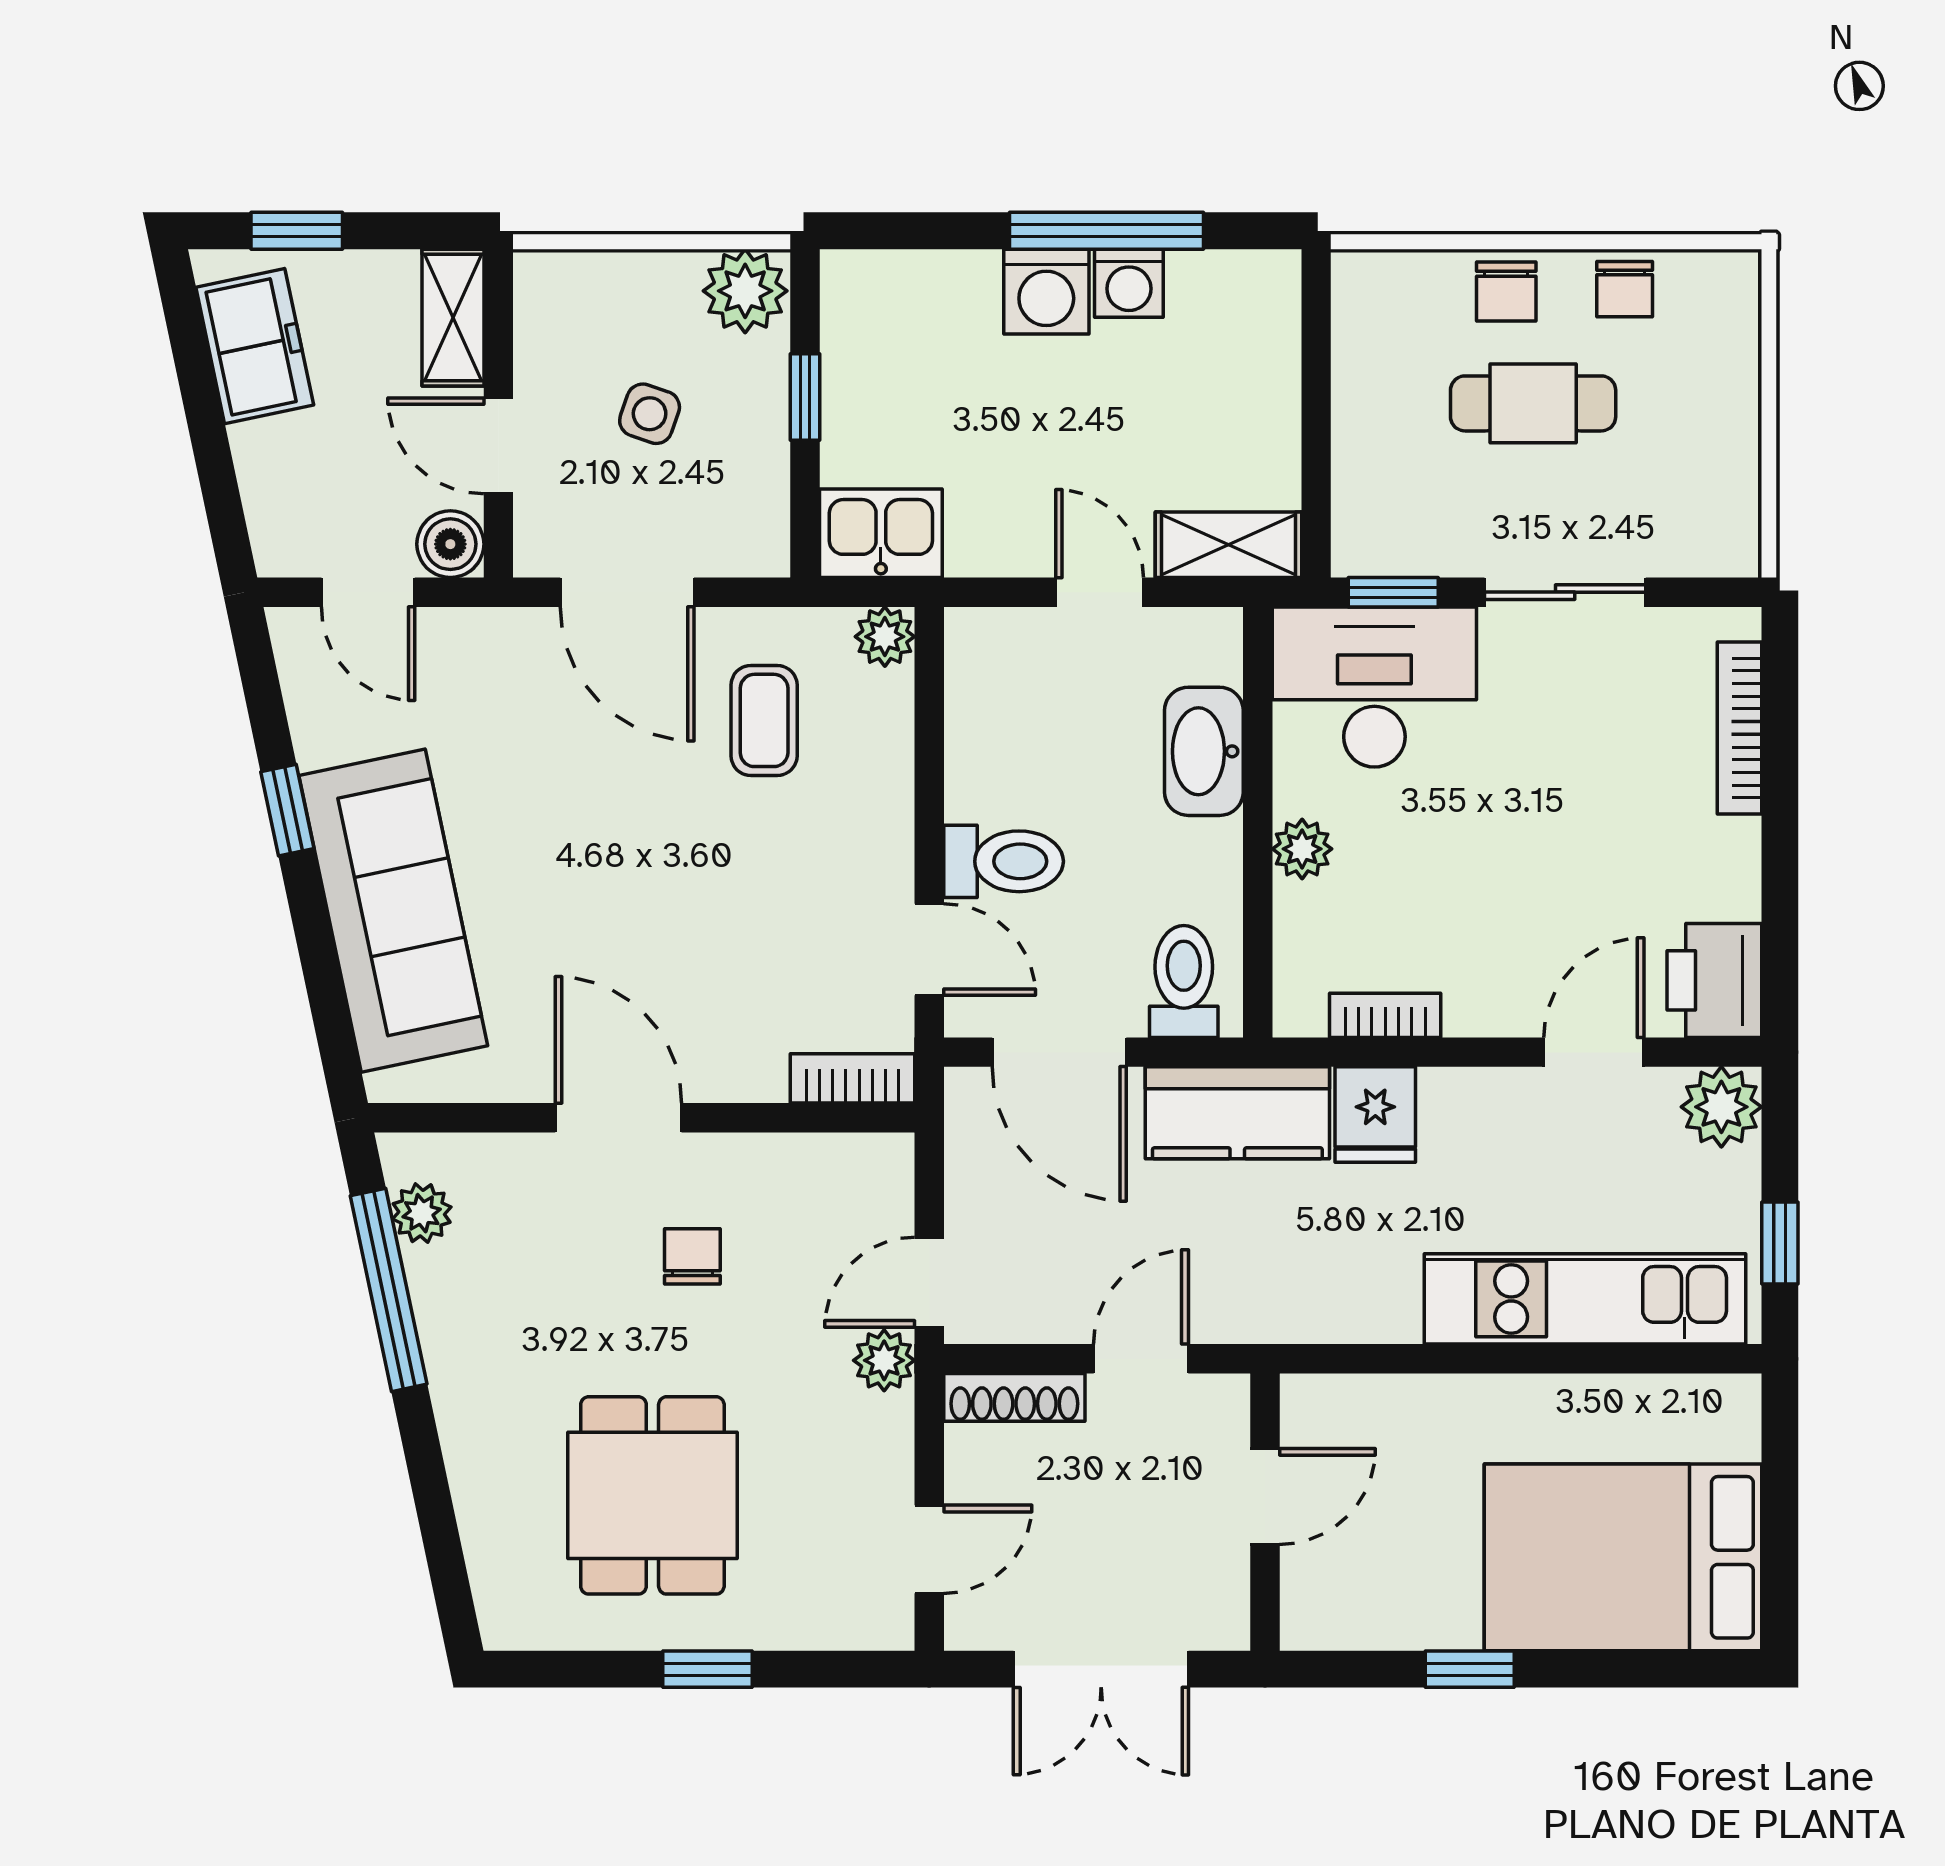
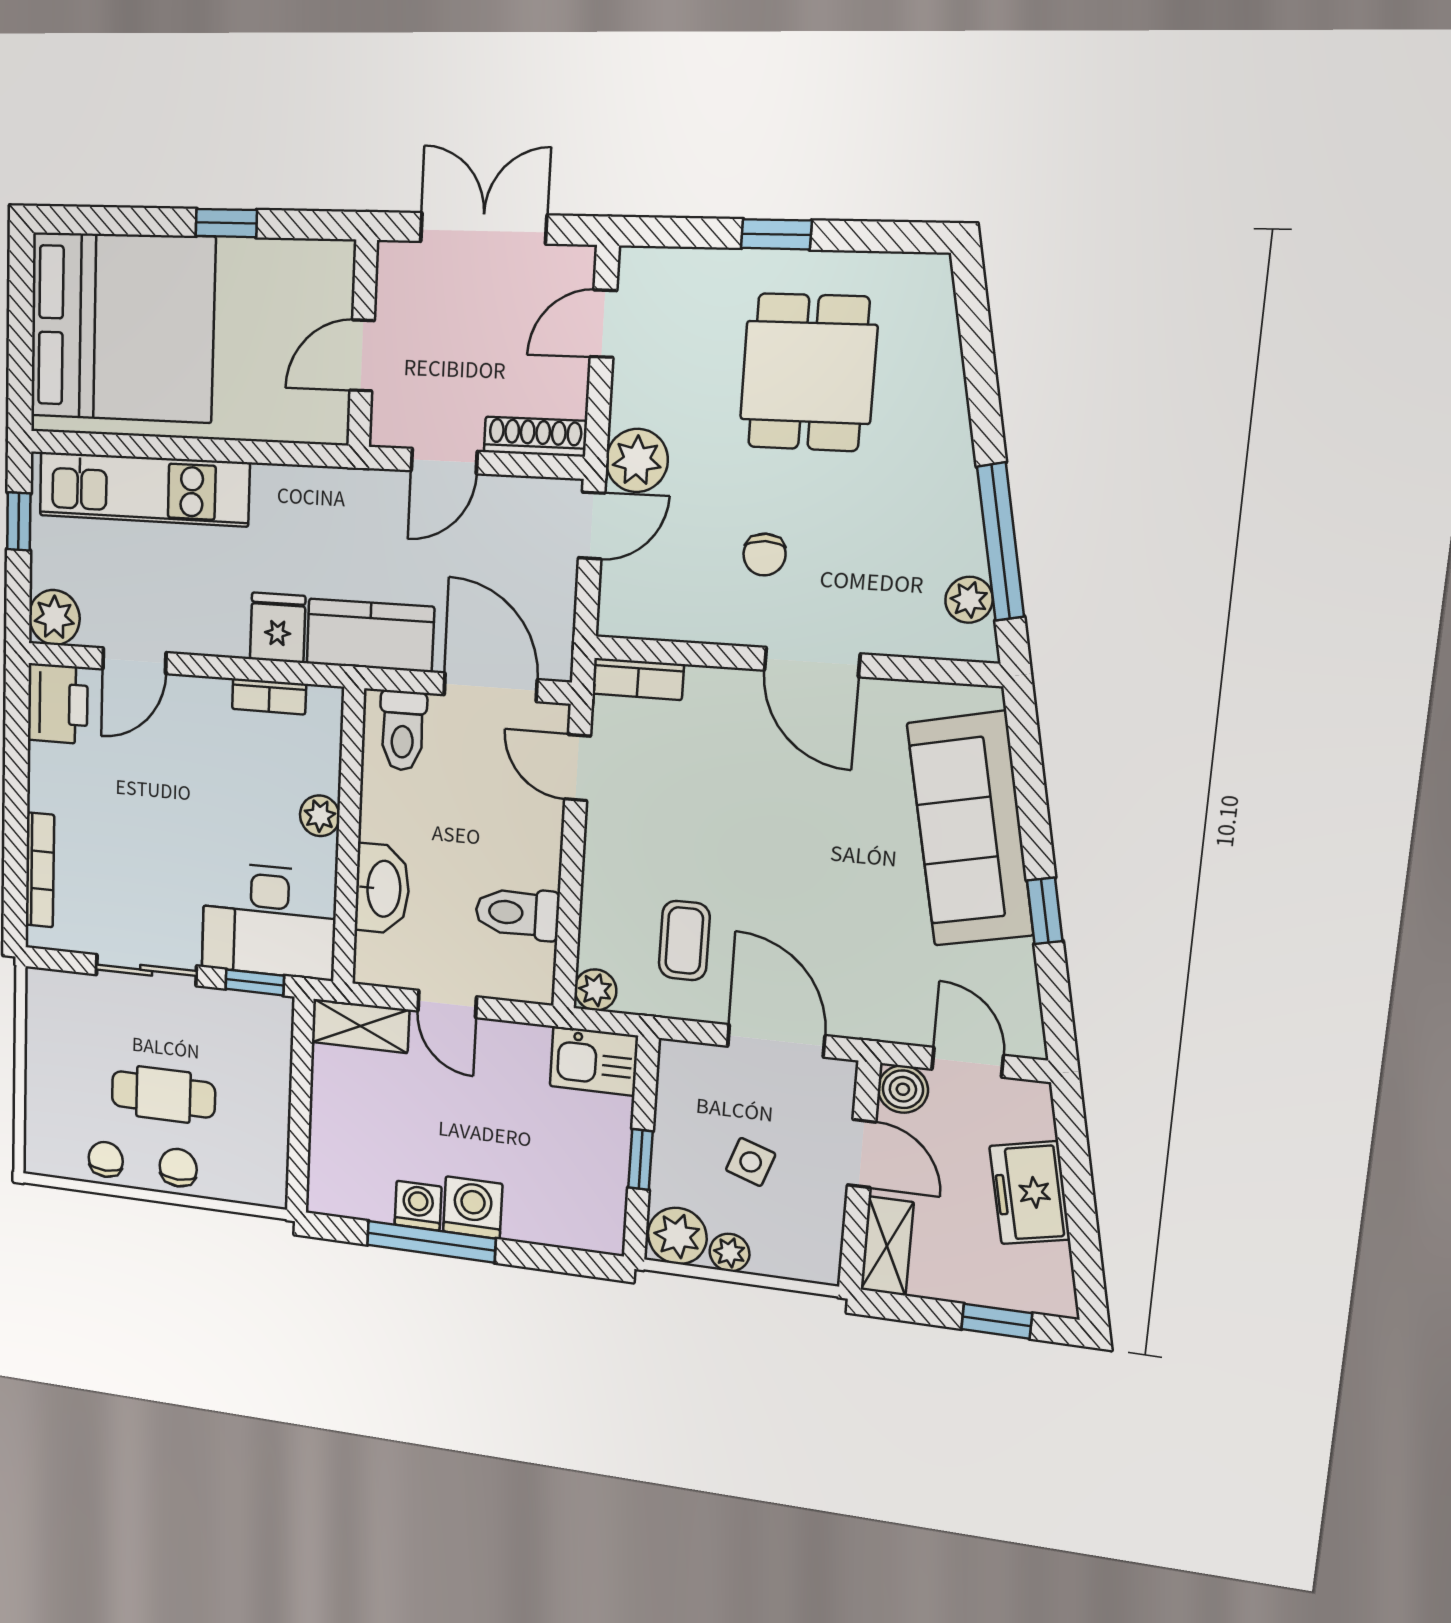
plant: (669, 277) -> (730, 1253), added
freezer: (255, 346) -> (1030, 1193), moved
toilet: (1004, 861) -> (517, 913), moved
plant: (884, 1360) -> (637, 460), width x1.38, depth x1.38
bed: (1623, 1557) -> (122, 327), width x1.36

